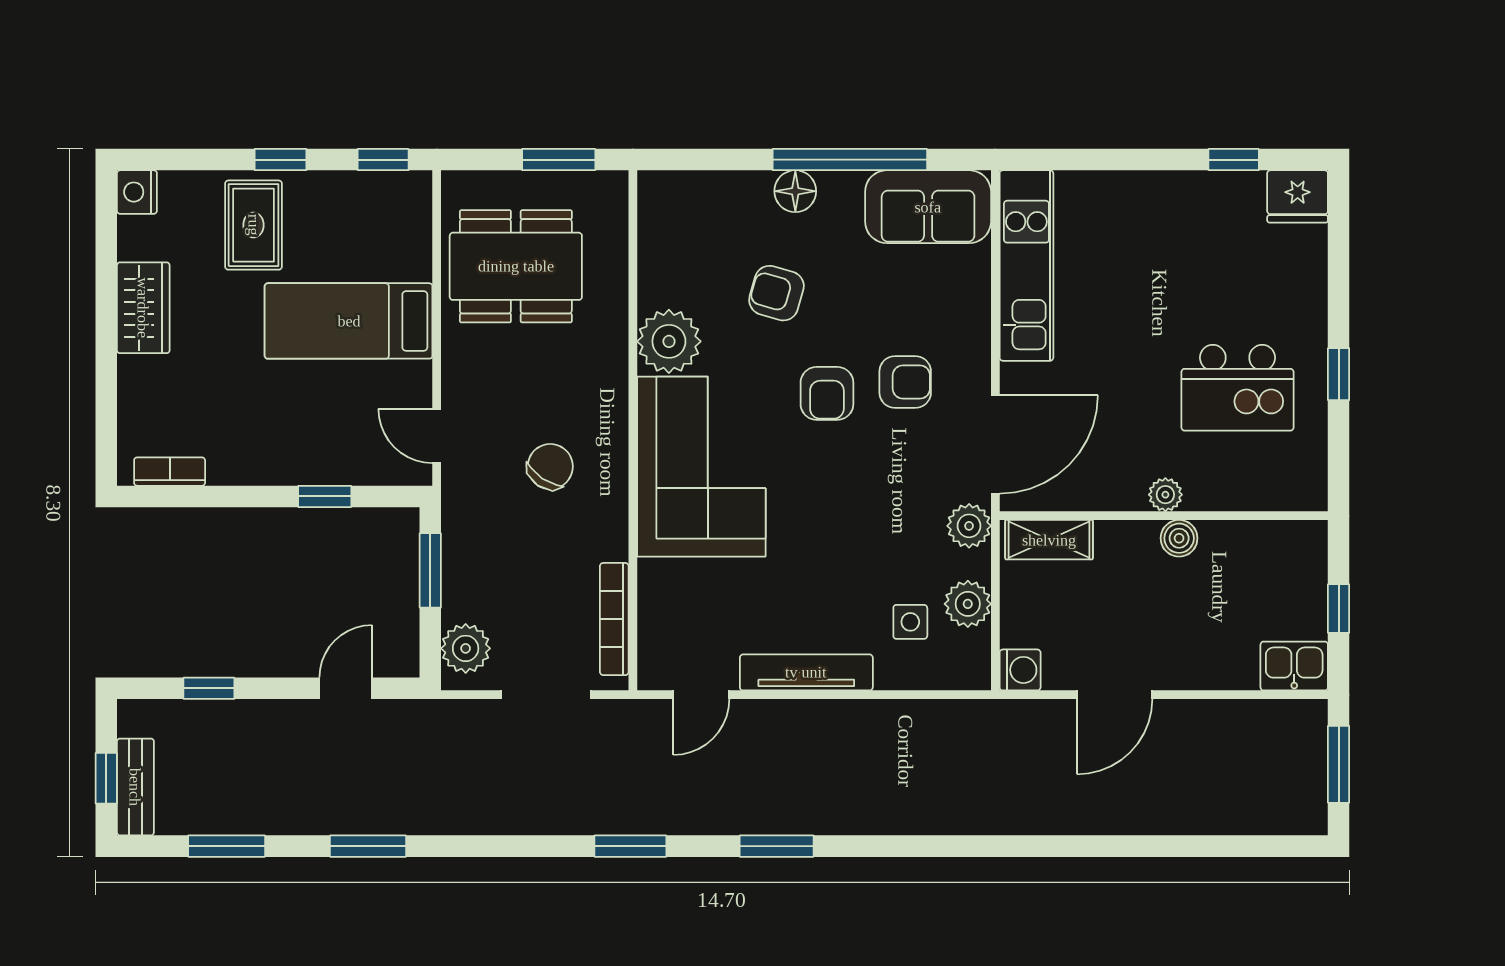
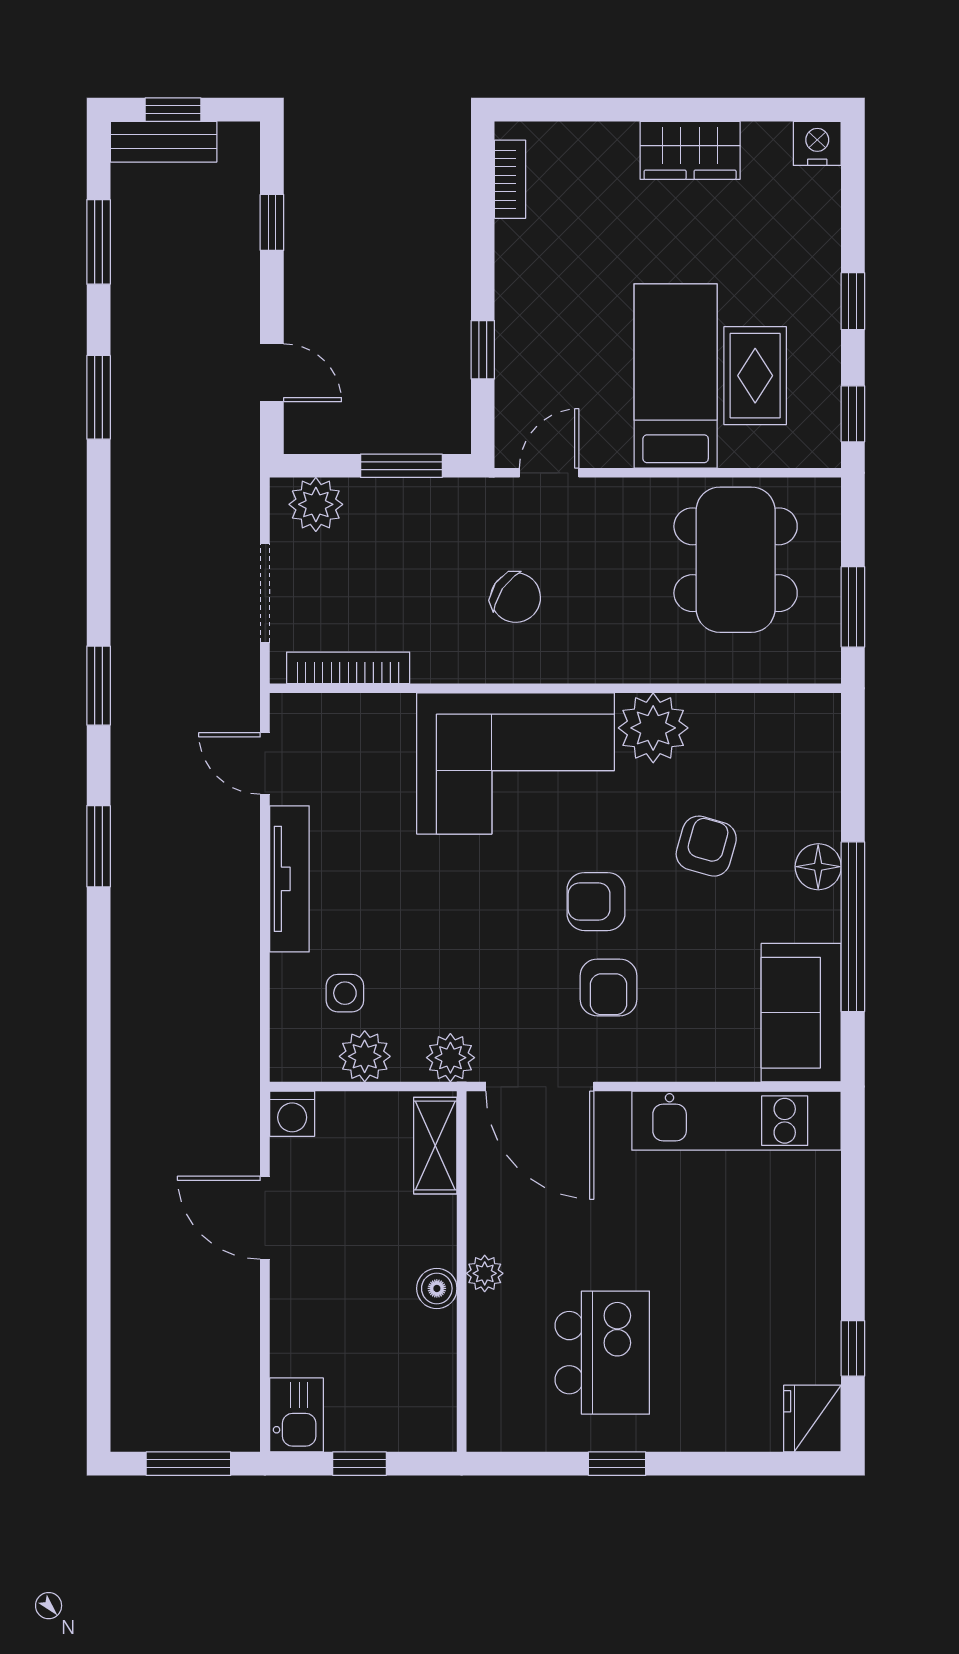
rug: (254, 225) -> (755, 376), moved, turned 90
kitchen island: (1237, 388) -> (602, 1353), turned 180

